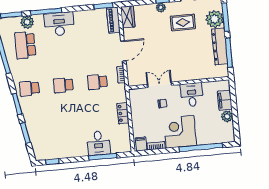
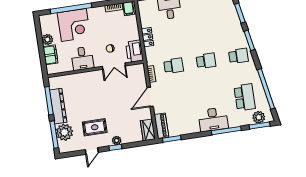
plant: (27, 22) -> (259, 117), moved
printer: (137, 99) -> (134, 51), added
corner desk: (180, 132) -> (74, 25), moved

